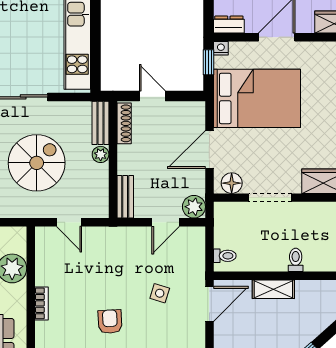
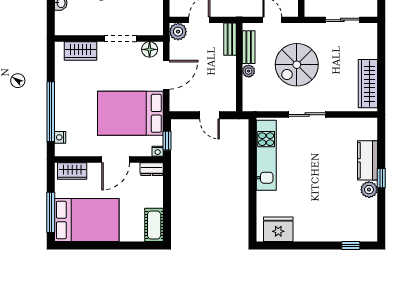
bench: (100, 123) -> (249, 47), moved
shoe rack: (124, 123) -> (231, 95), removed

